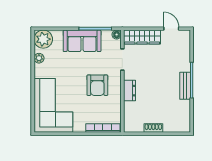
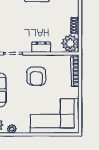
armchair: (97, 85) -> (36, 76), turned 90
plant: (134, 123) -> (70, 43), added

